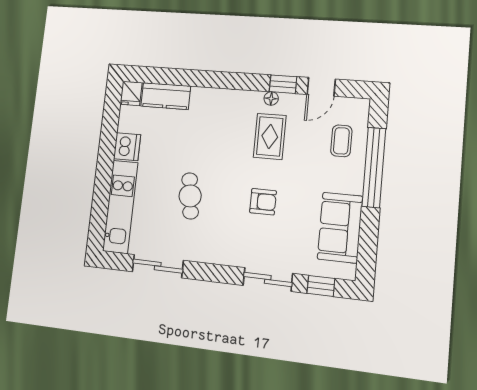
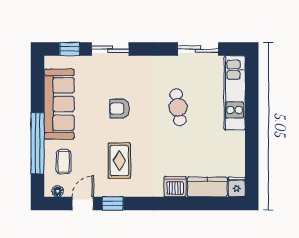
floor lamp: (271, 98) -> (58, 191), moved
dishwasher: (127, 147) -> (175, 187), moved, turned 90
sofa: (340, 228) -> (59, 104), width x1.36

